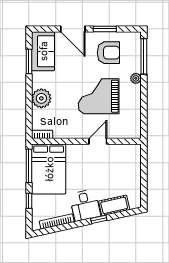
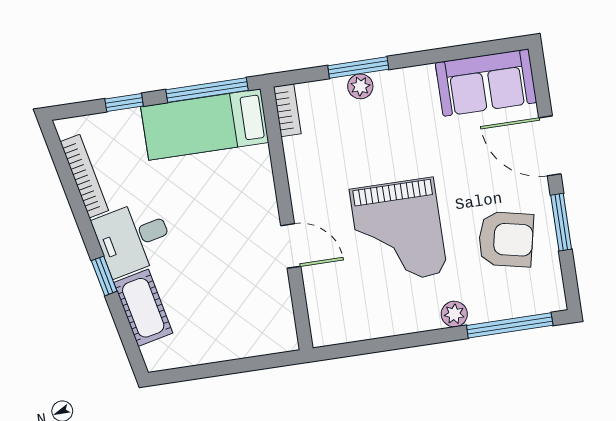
door: (73, 29) -> (550, 146), hinge flipped
armchair: (108, 53) -> (506, 239), turned -78
window: (29, 61) -> (358, 67), moved
grand piano: (99, 96) -> (398, 231), turned 180
plant: (41, 98) -> (360, 86), width x0.53, depth x0.53
bed: (49, 169) -> (205, 125), width x0.67

